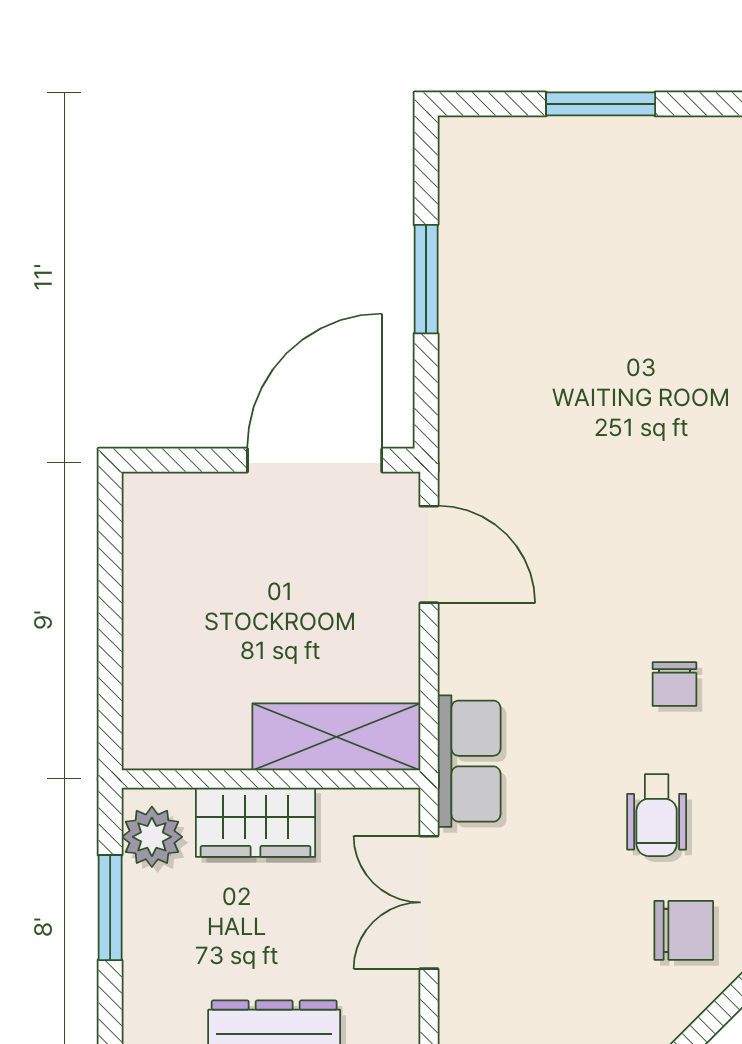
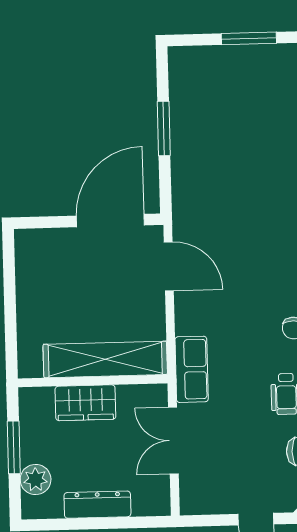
shelving: (336, 737) -> (105, 359), width x1.47
plant: (152, 837) -> (36, 479), moved

